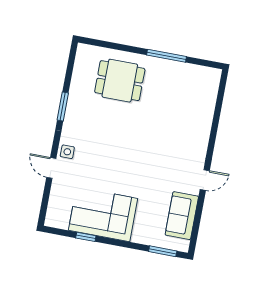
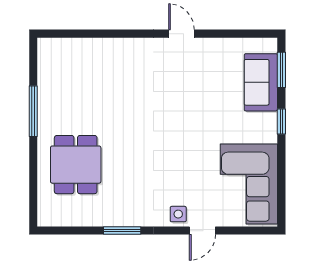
corner sofa: (103, 214) -> (249, 184), moved
sofa: (182, 216) -> (261, 82), moved, turned 90
window: (86, 237) -> (281, 122), moved

